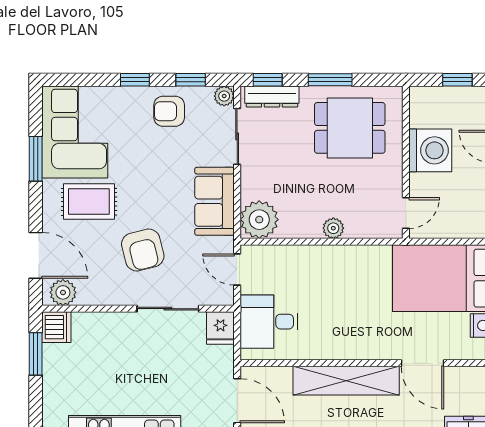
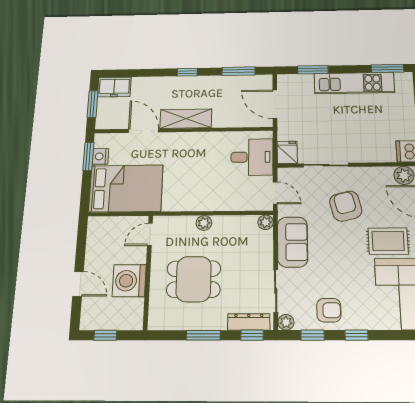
dining table: (350, 128) -> (194, 279), moved
plant: (259, 220) -> (266, 222), width x0.53, depth x0.53
shelving: (346, 381) -> (186, 119), width x0.68

